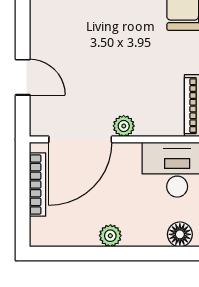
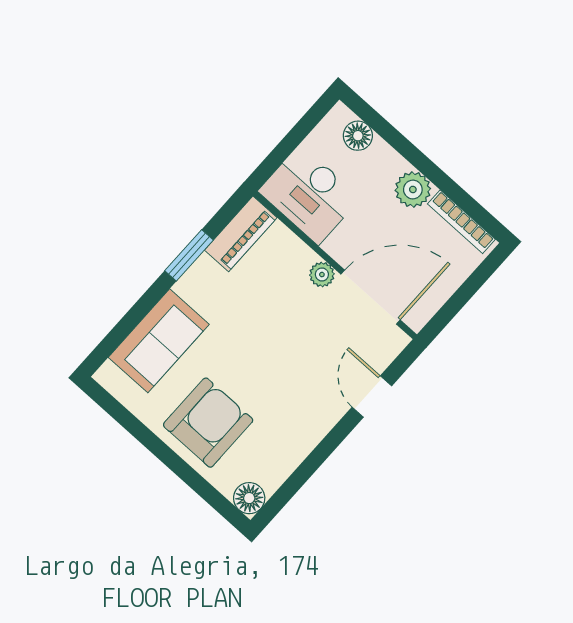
bookcase: (38, 185) -> (461, 222), moved, turned -90
plant: (110, 236) -> (413, 190), width x1.38, depth x1.38

